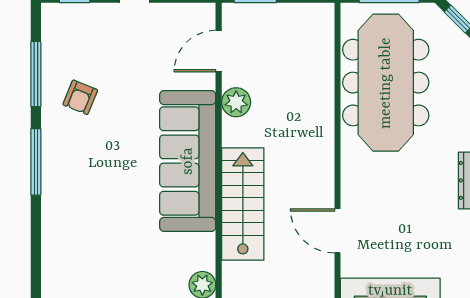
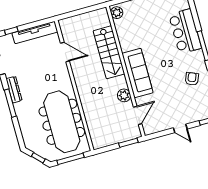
sofa: (188, 161) -> (138, 73), width x0.74, depth x0.79
bar counter: (67, 204) -> (185, 31), added

